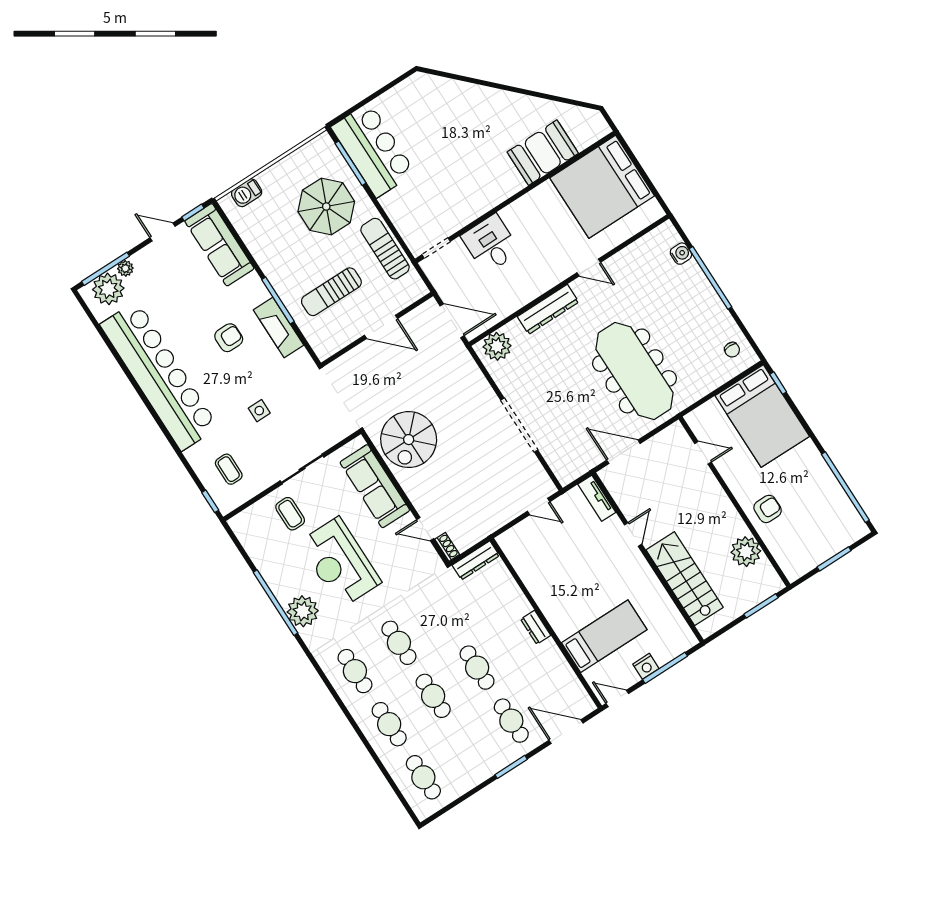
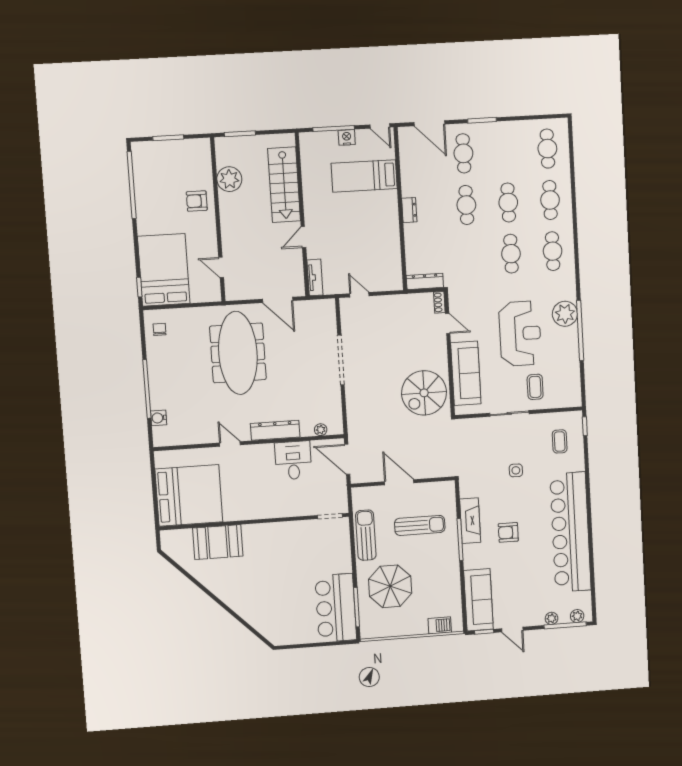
desk: (491, 244) -> (293, 460), moved, turned 180
sun lounger: (385, 249) -> (366, 535), turned 180
plant: (108, 289) -> (577, 616), width x0.53, depth x0.53
plant: (497, 346) -> (321, 430), width x0.53, depth x0.53
spiral stairs: (409, 440) -> (424, 393), turned 180

